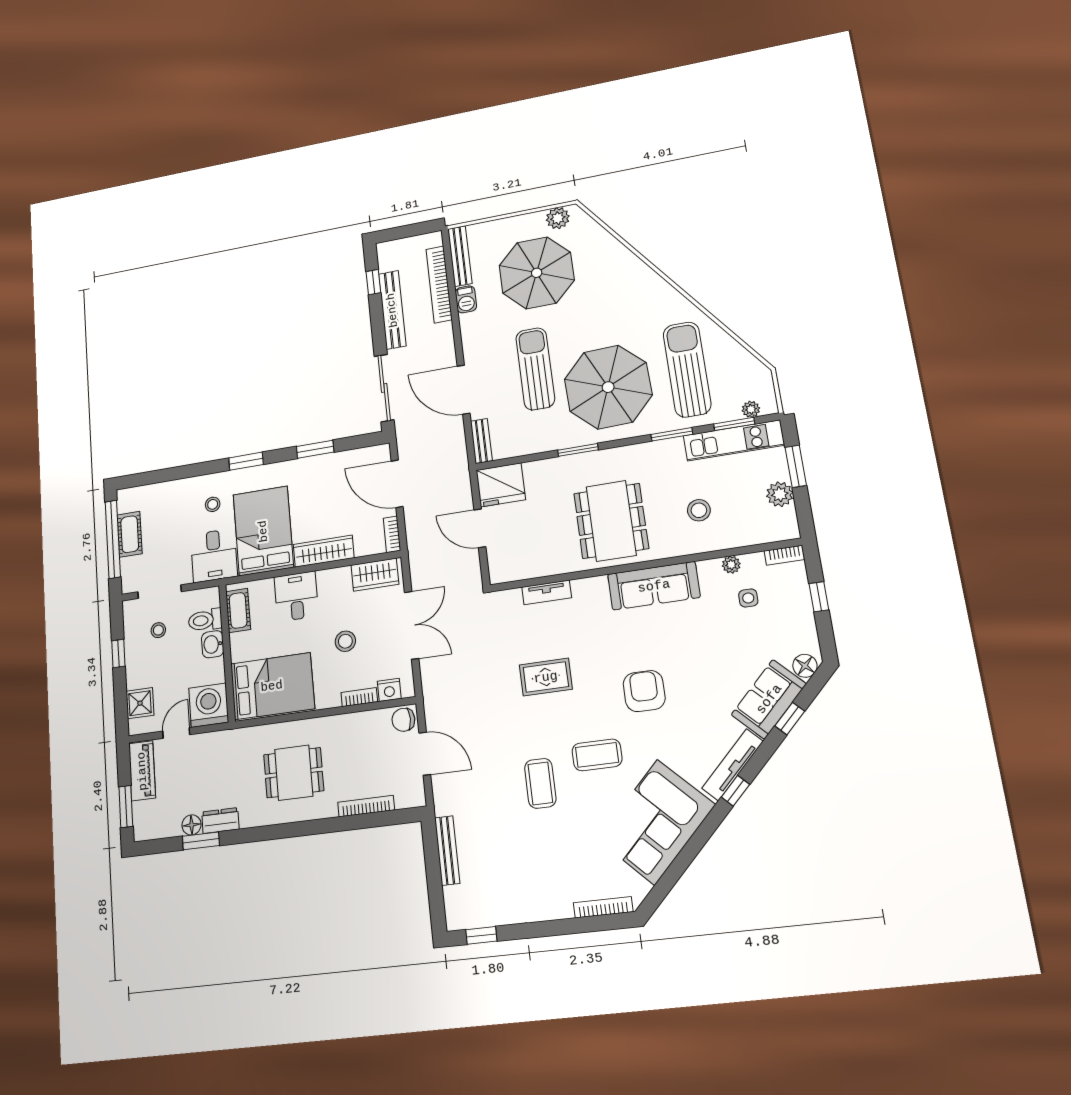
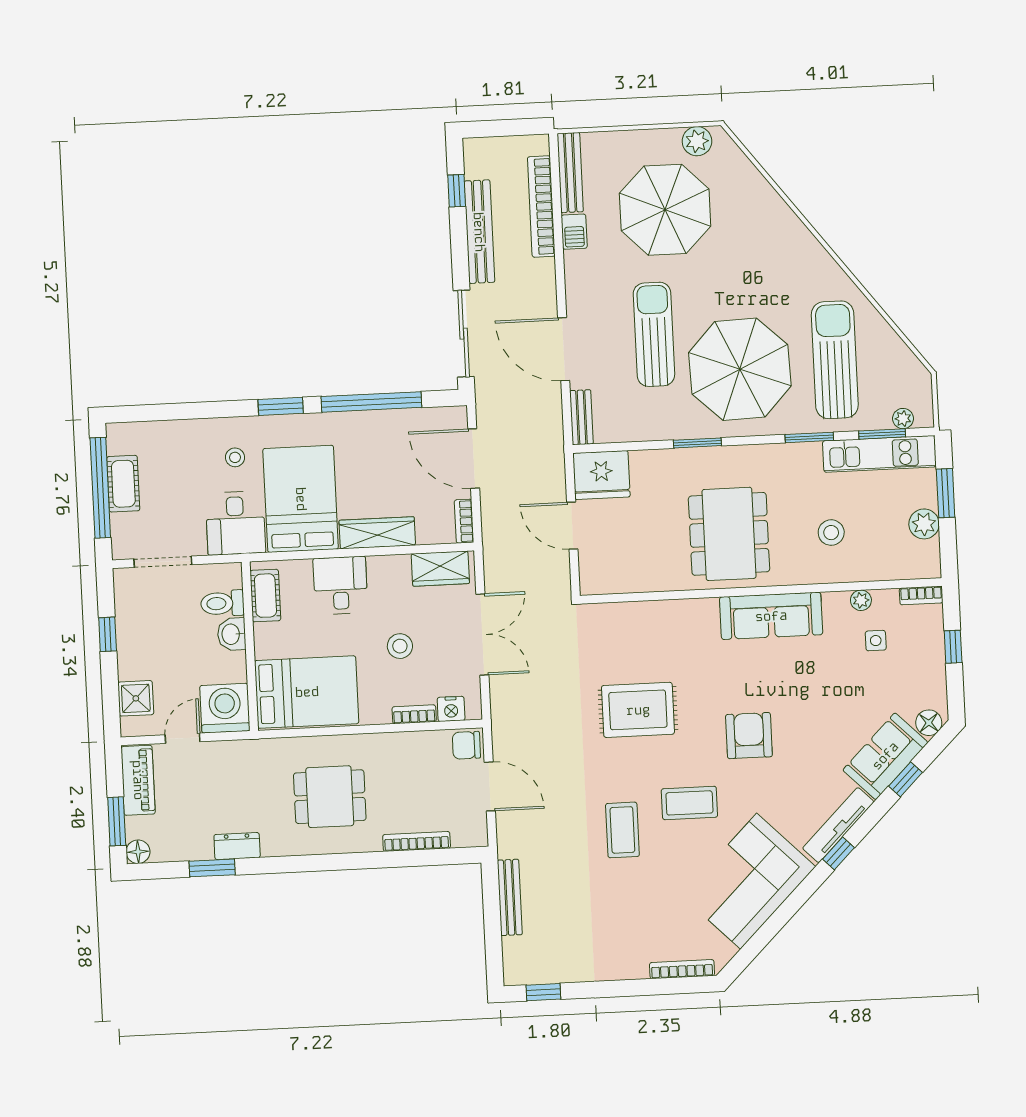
window: (315, 449) -> (371, 402), width x2.11
tv unit: (547, 592) -> (647, 611), removed
stool: (158, 630) -> (161, 610), removed
rug: (546, 677) -> (638, 710), width x1.36, depth x1.43
floor lamp: (192, 825) -> (138, 852), moved

